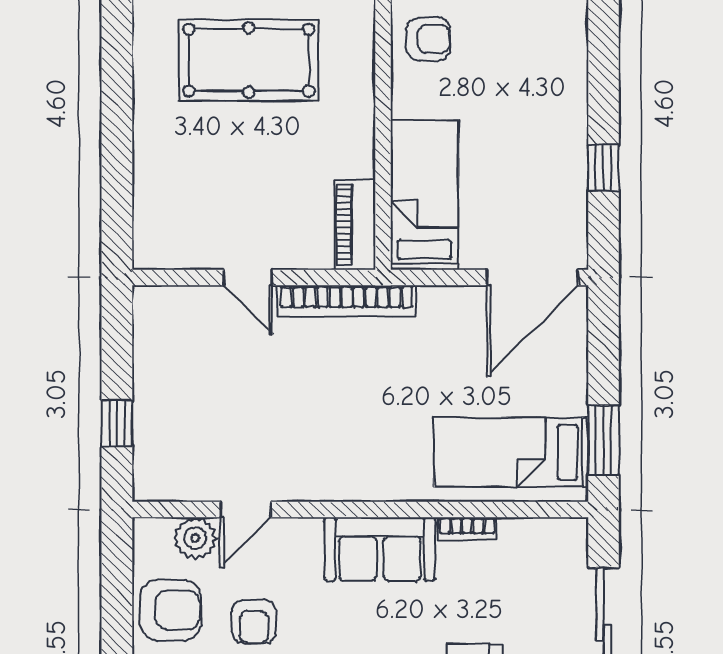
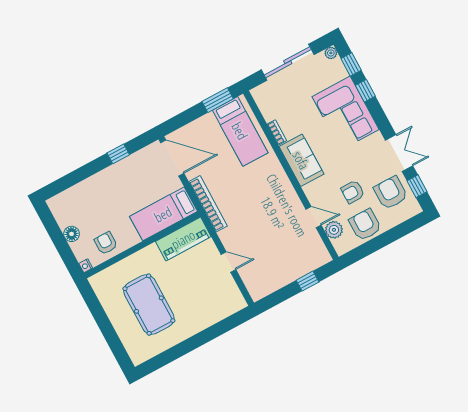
piano: (355, 225) -> (183, 239), width x1.37, depth x1.33
door: (248, 278) -> (228, 262), hinge flipped
bookcase: (347, 301) -> (208, 204), moved
armchair: (254, 622) -> (353, 192), turned 180

